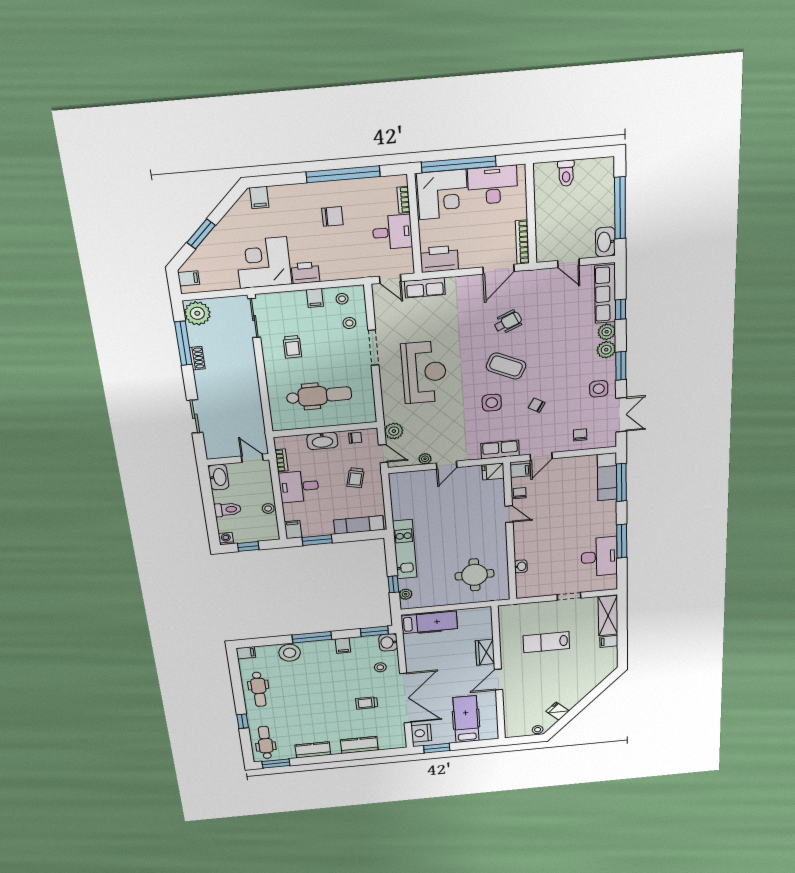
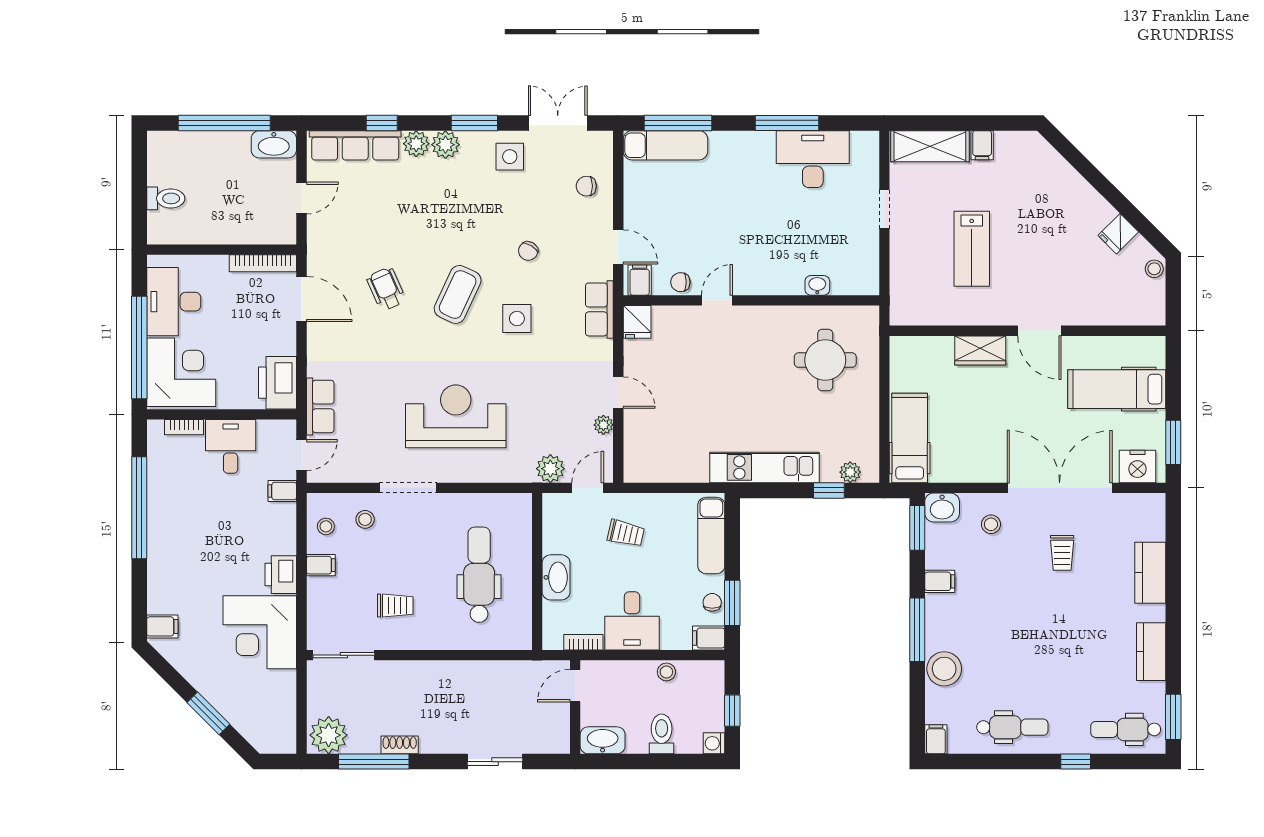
chair: (332, 216) -> (199, 528), removed
filing cabinet: (189, 278) -> (282, 491), moved, turned -90
chair: (355, 438) -> (712, 602), moved

